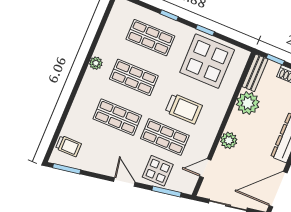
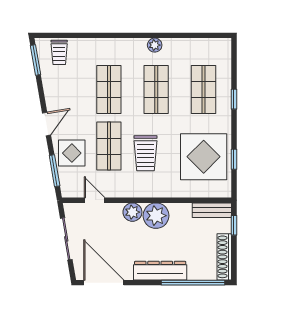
window: (205, 30) -> (234, 159), moved
plant: (248, 103) -> (156, 216), moved

